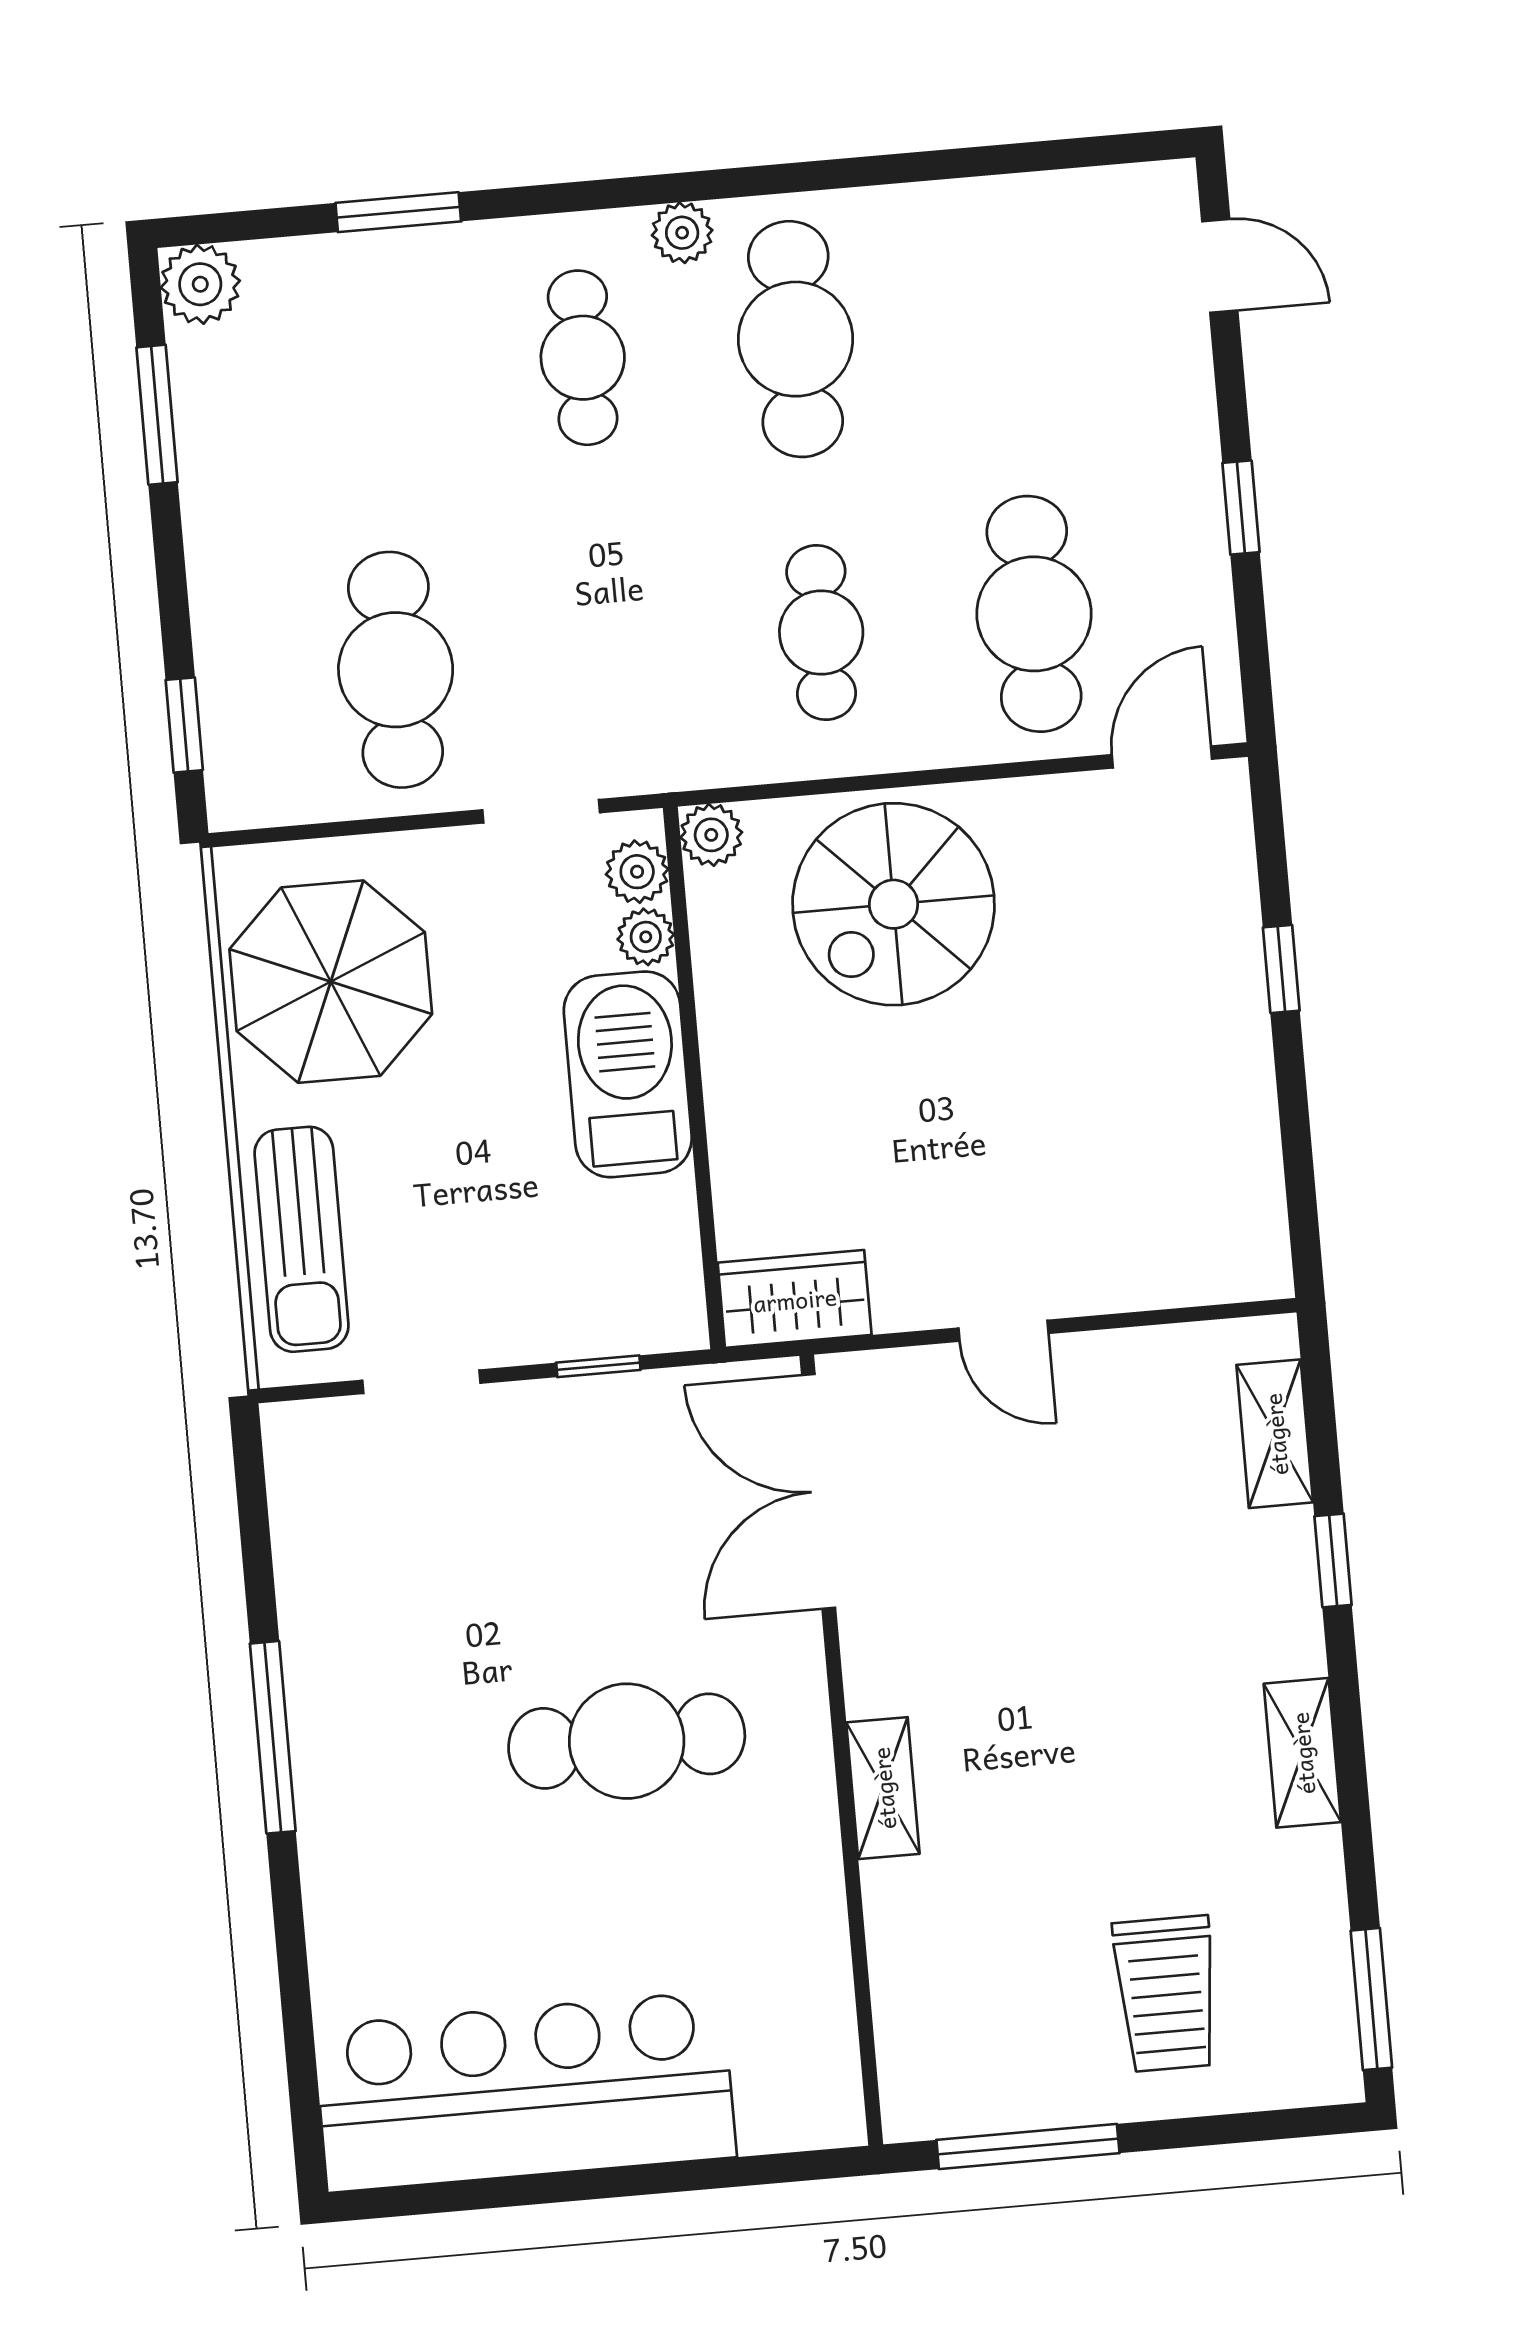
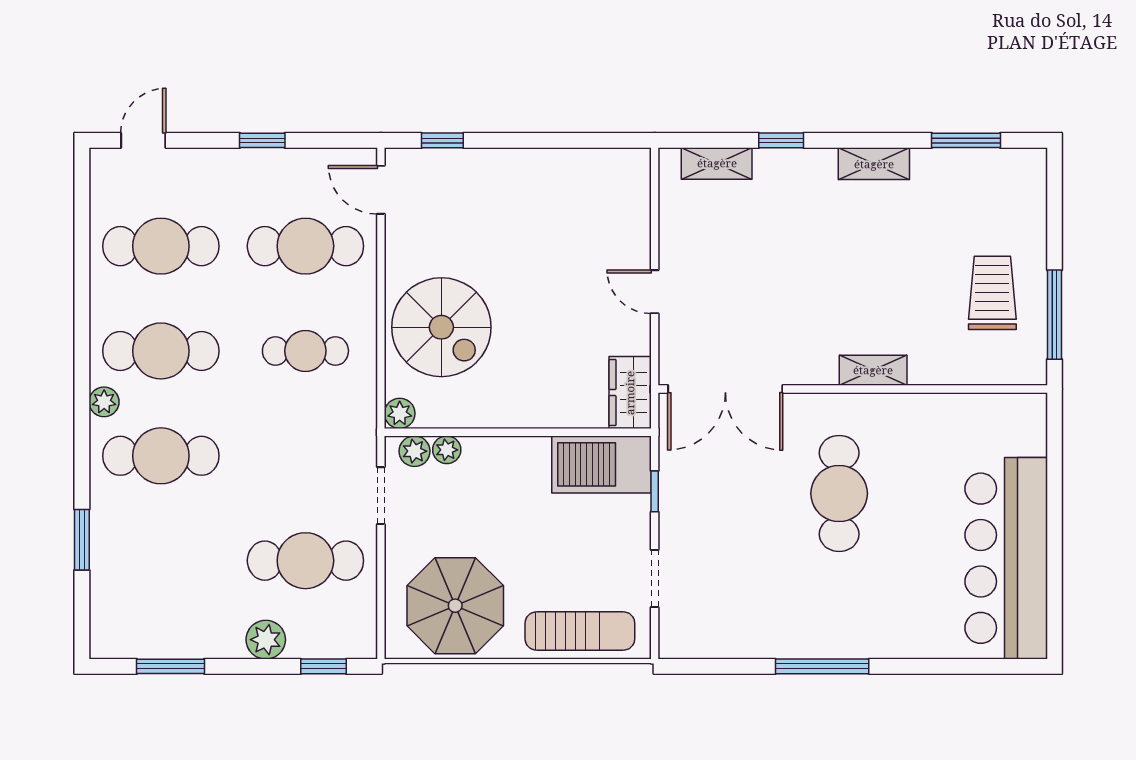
plant: (200, 284) -> (266, 640), moved
cafe table: (1008, 320) -> (161, 246), added
cafe table: (583, 358) -> (161, 456), width x1.37, depth x1.35
window: (1281, 969) -> (442, 140), moved
barbecue: (628, 1074) -> (601, 464), moved
door: (1003, 1331) -> (655, 292), swing flipped
trolley: (1166, 1994) -> (992, 293), moved, turned -90
window: (1371, 1999) -> (966, 140), moved

